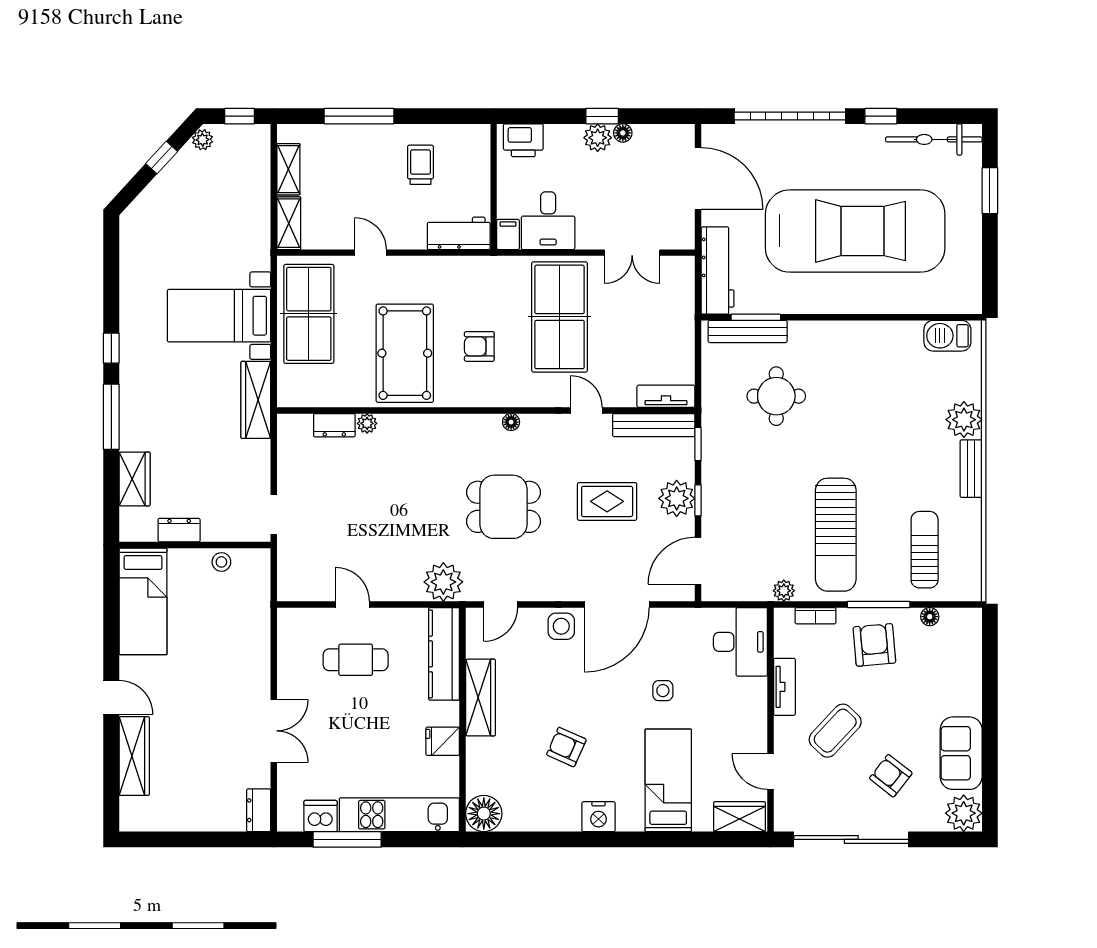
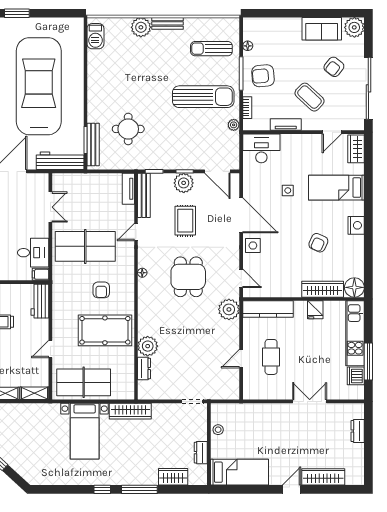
plant: (367, 423) -> (148, 346), width x1.88, depth x1.88
wardrobe: (481, 698) -> (323, 289), moved
dresser: (259, 810) -> (358, 431), moved, turned 90

